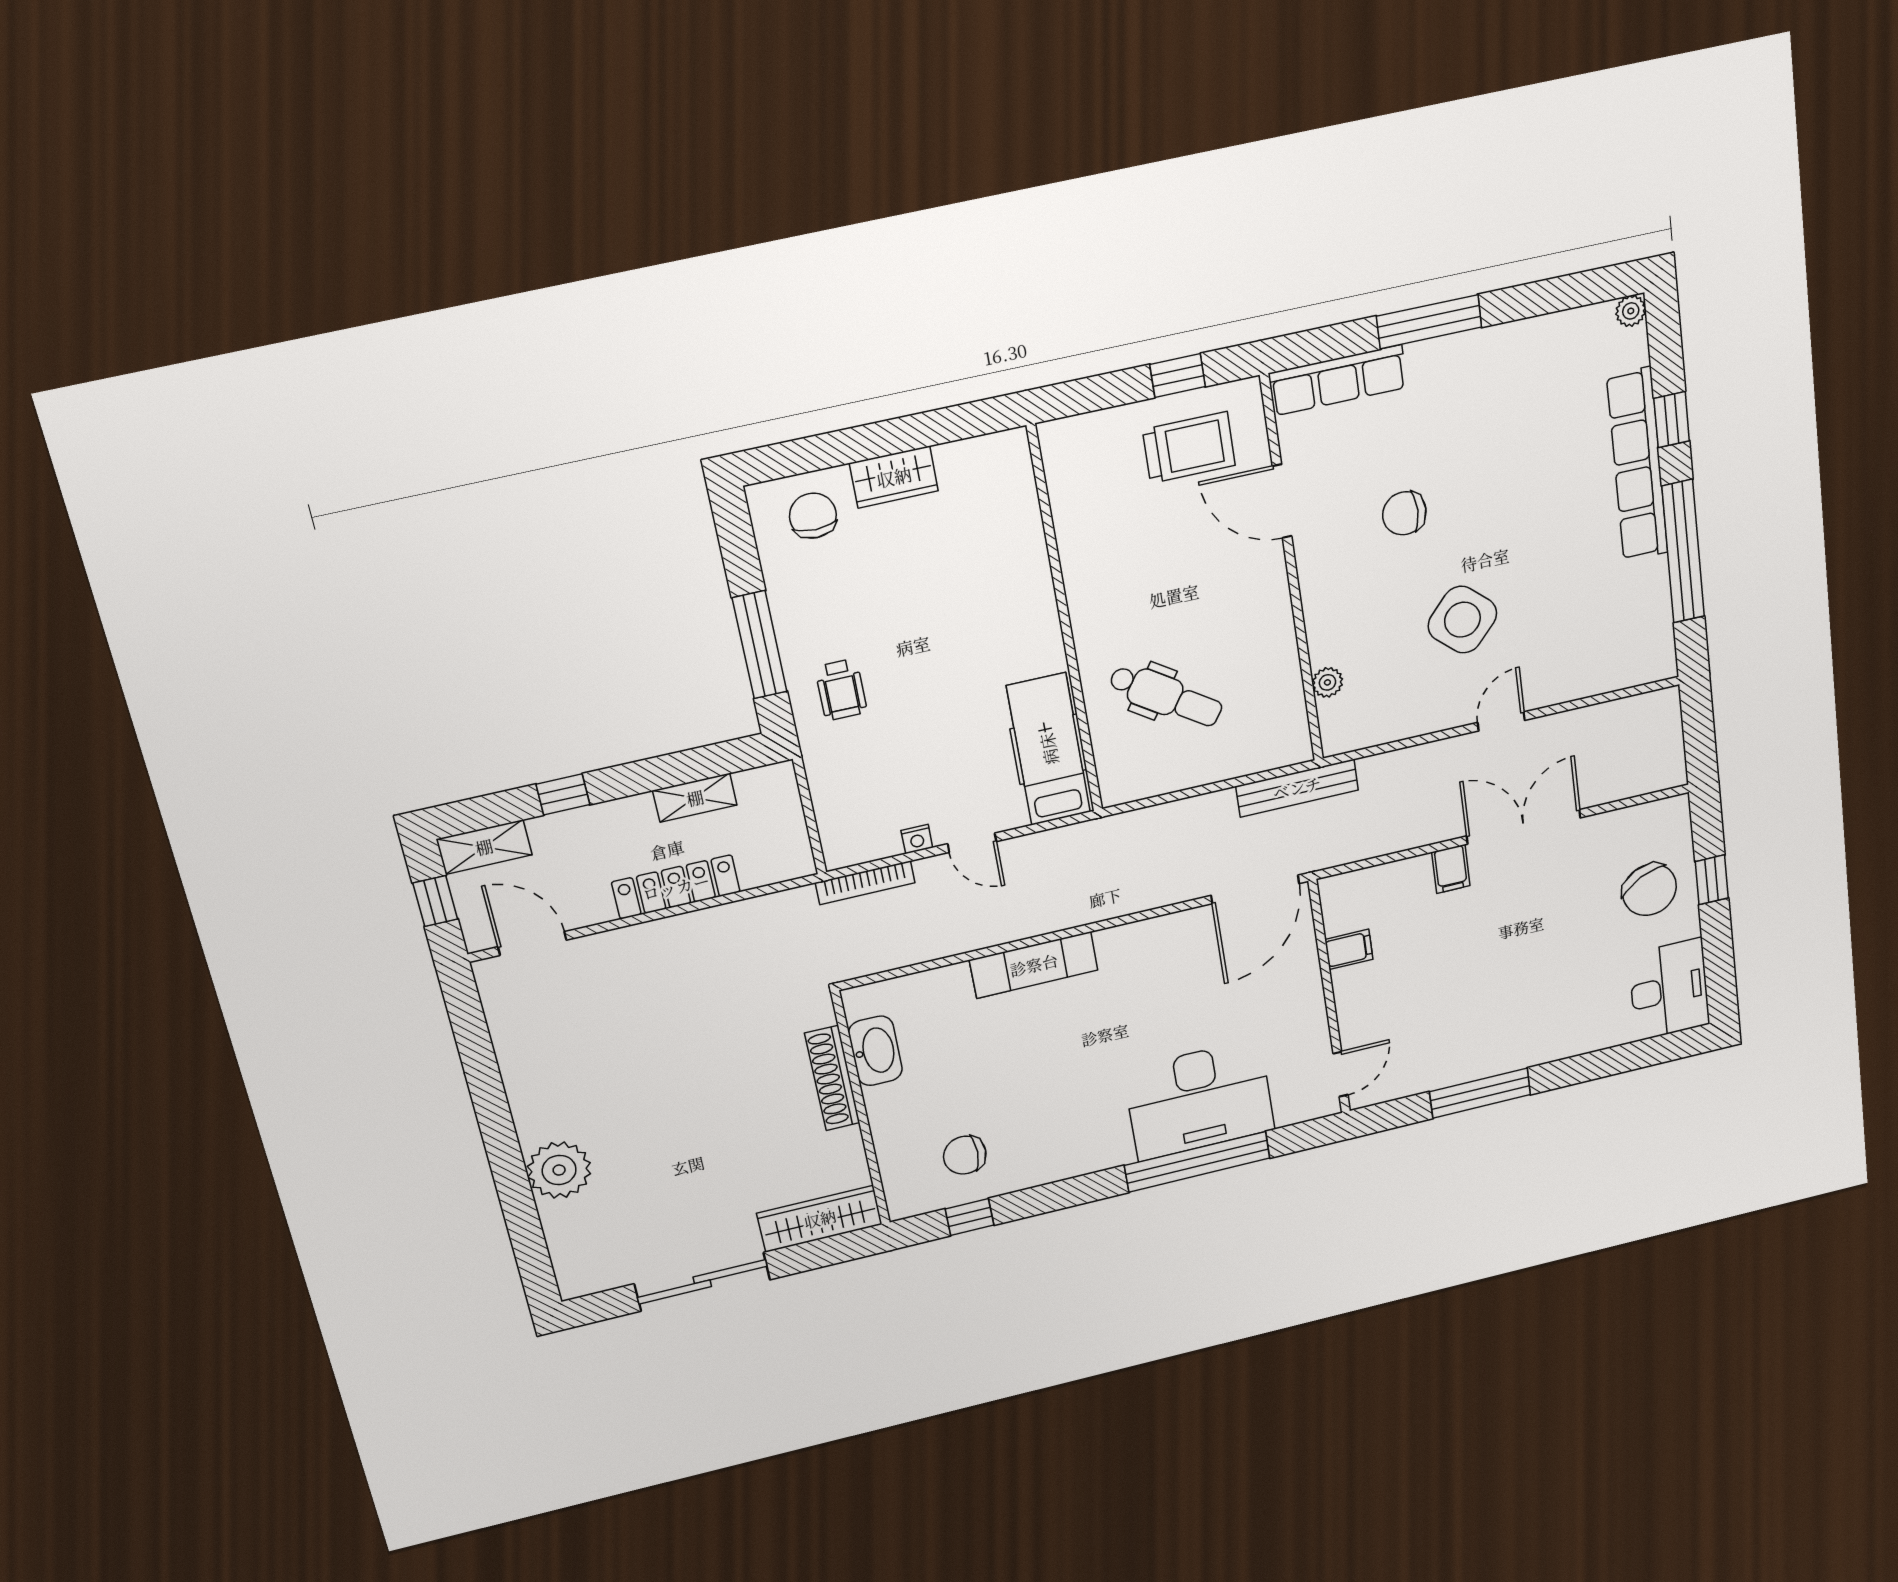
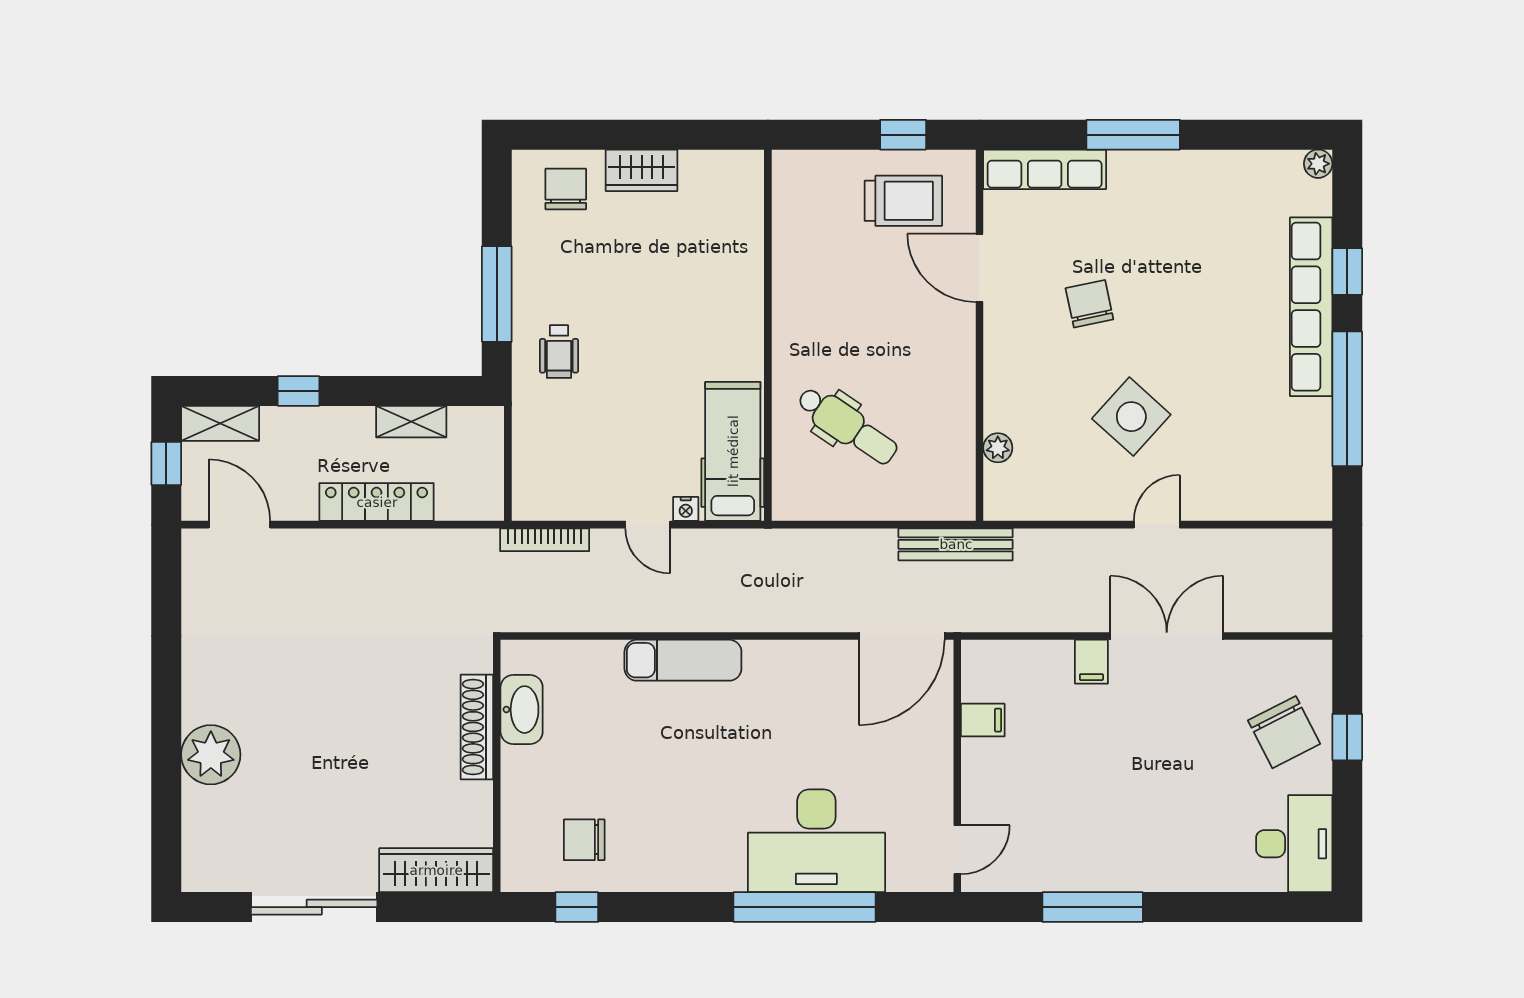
chair: (1404, 513) -> (1089, 304), turned 78
nightstand: (917, 839) -> (686, 509), moved

